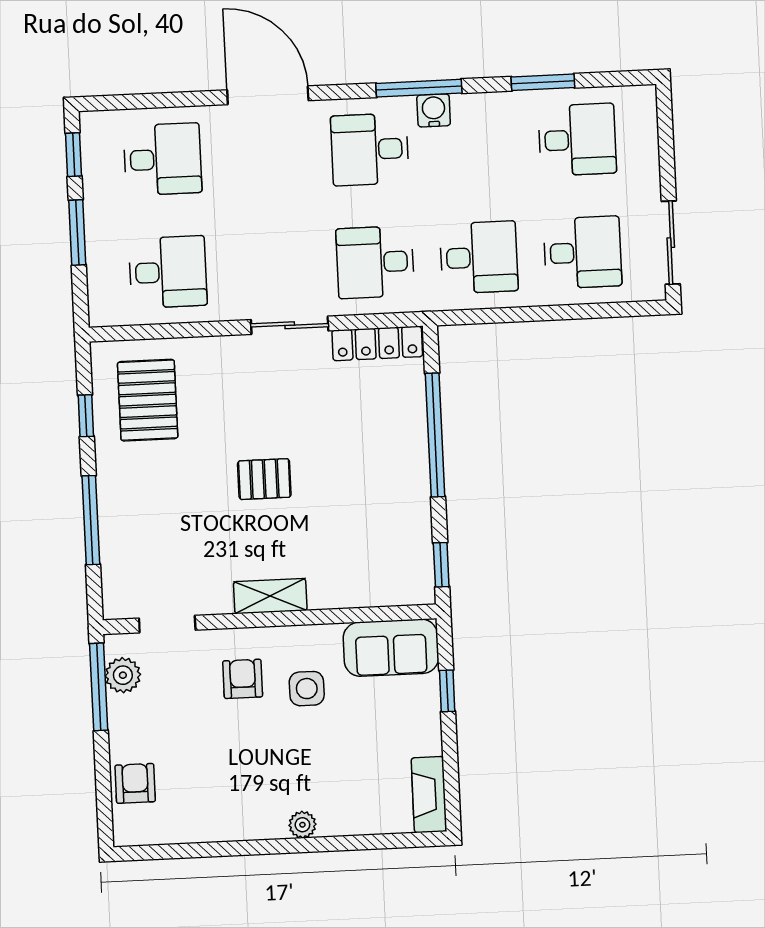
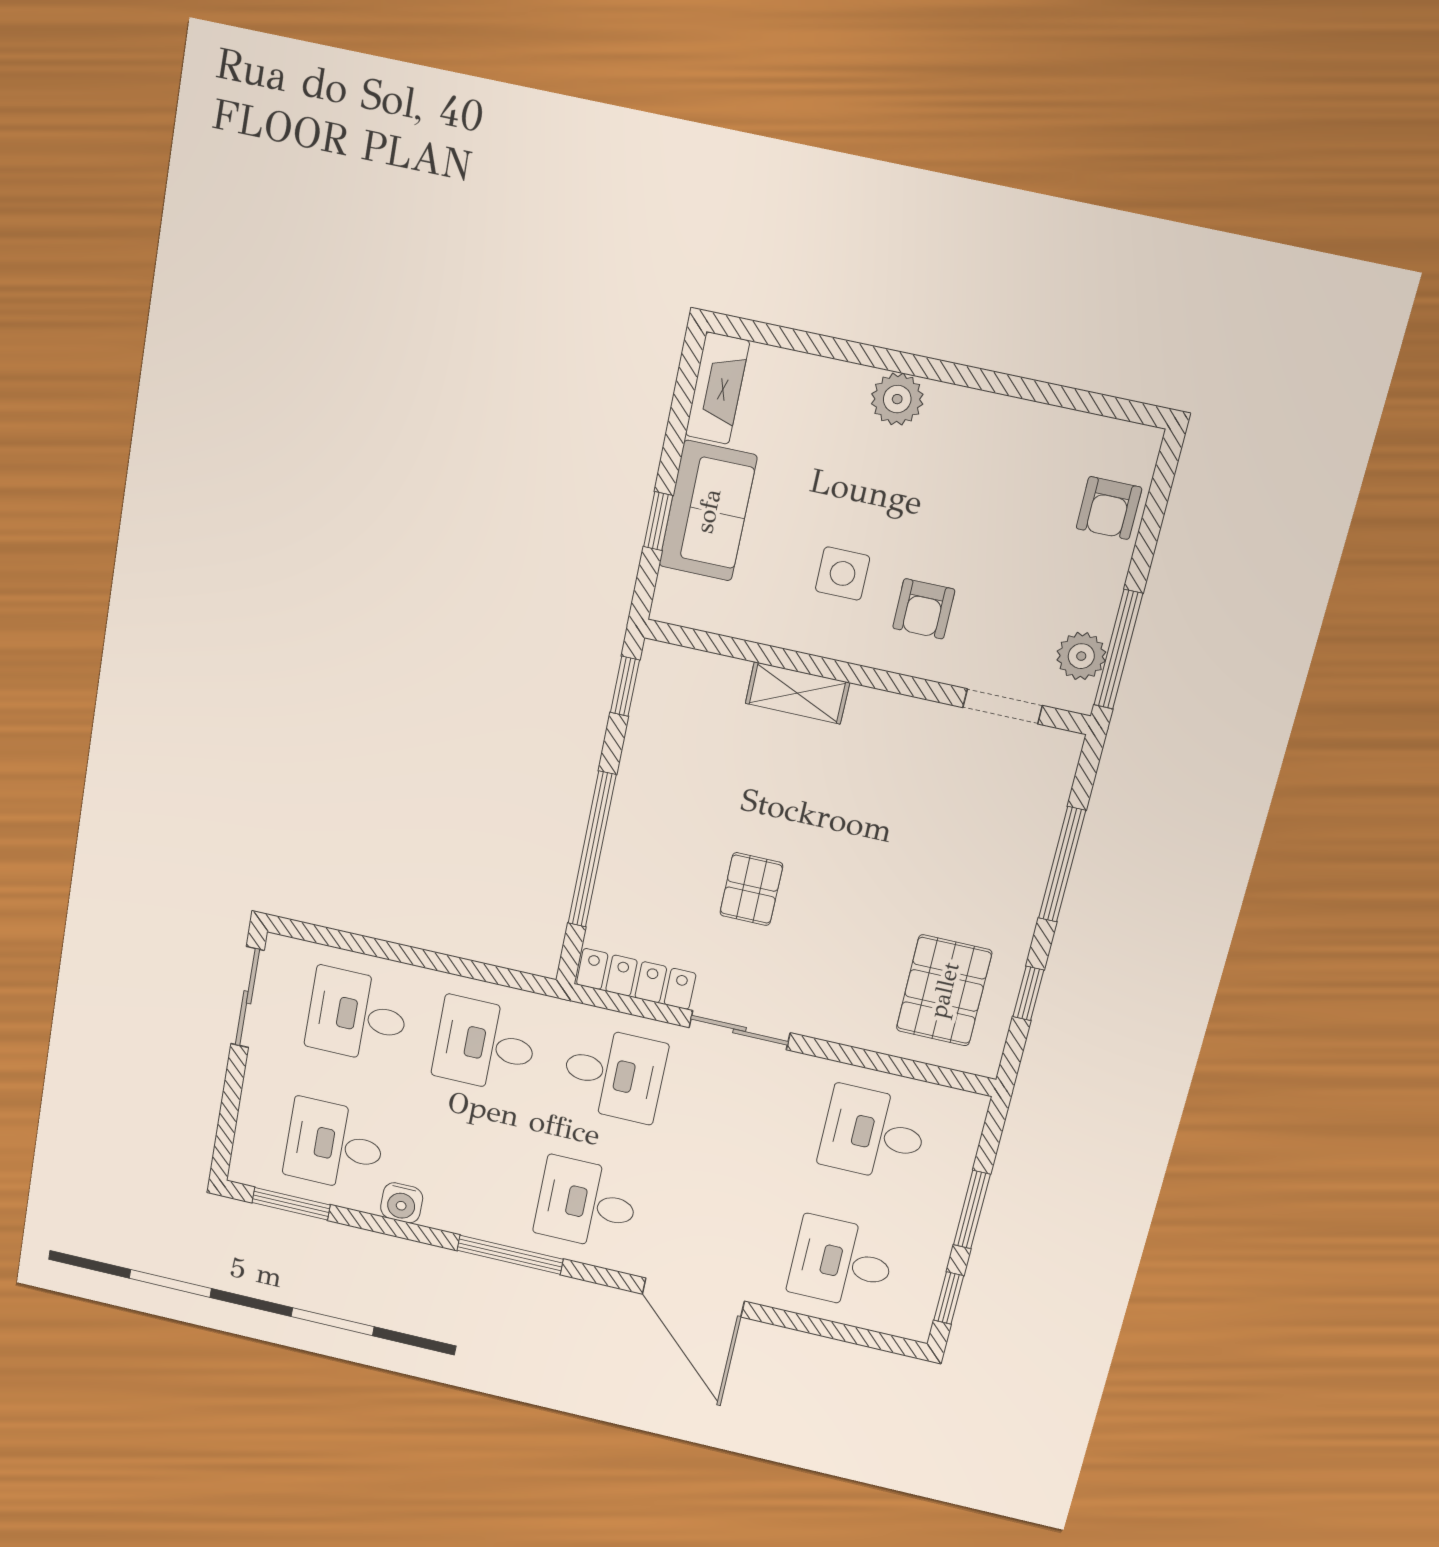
window: (543, 82) -> (291, 1204), moved
water cooler: (434, 110) -> (402, 1203), moved
desk: (370, 149) -> (587, 1204), turned 180
pallet: (264, 479) -> (751, 889), moved, turned 90
shelving: (270, 596) -> (797, 693), moved
sofa: (391, 648) -> (708, 511), moved, turned 90
plant: (302, 825) -> (897, 399), width x1.38, depth x1.38

